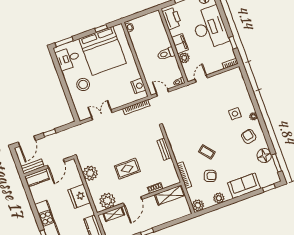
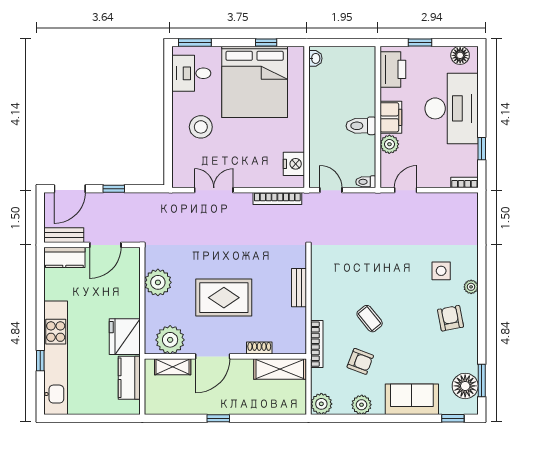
floor lamp: (264, 156) -> (465, 386), moved
rug: (127, 169) -> (224, 298), width x1.36, depth x1.43
fridge: (79, 196) -> (125, 337), moved

